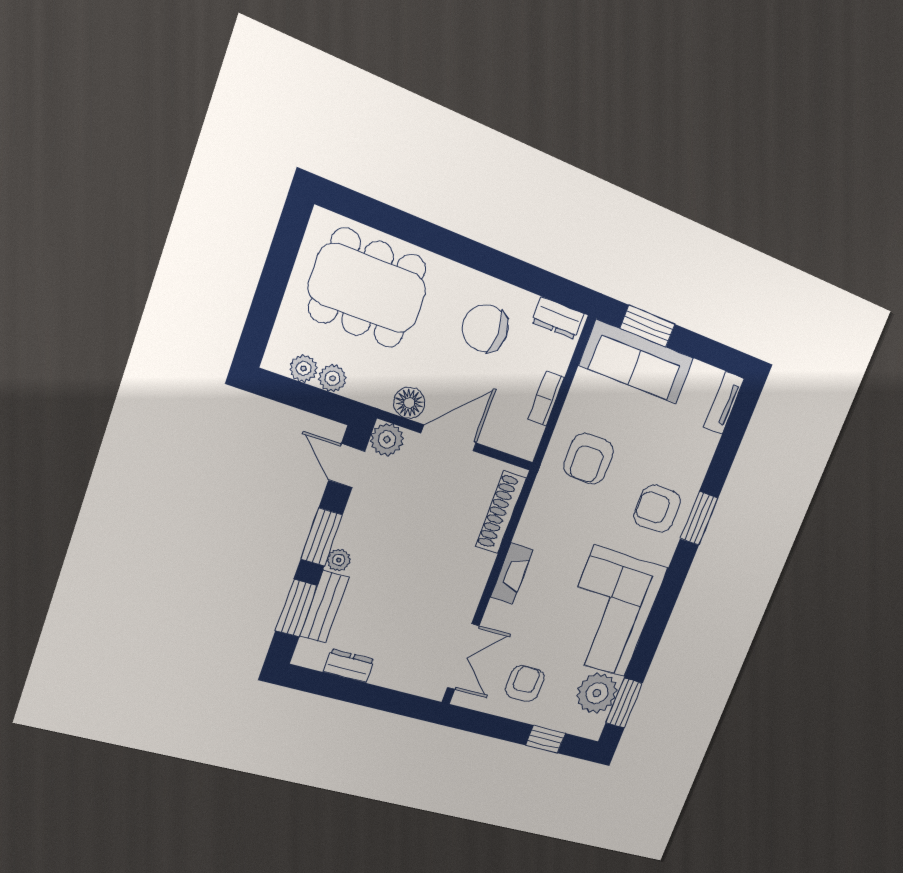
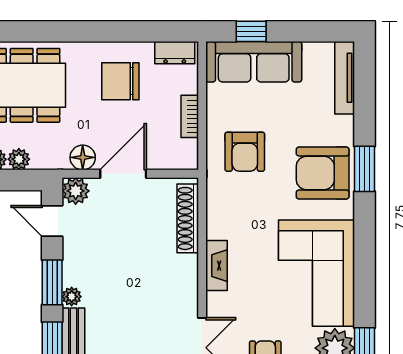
window: (648, 326) -> (251, 31), width x0.67
tv unit: (724, 403) -> (345, 78), width x1.41
armchair: (657, 509) -> (323, 173), width x1.36, depth x1.36

